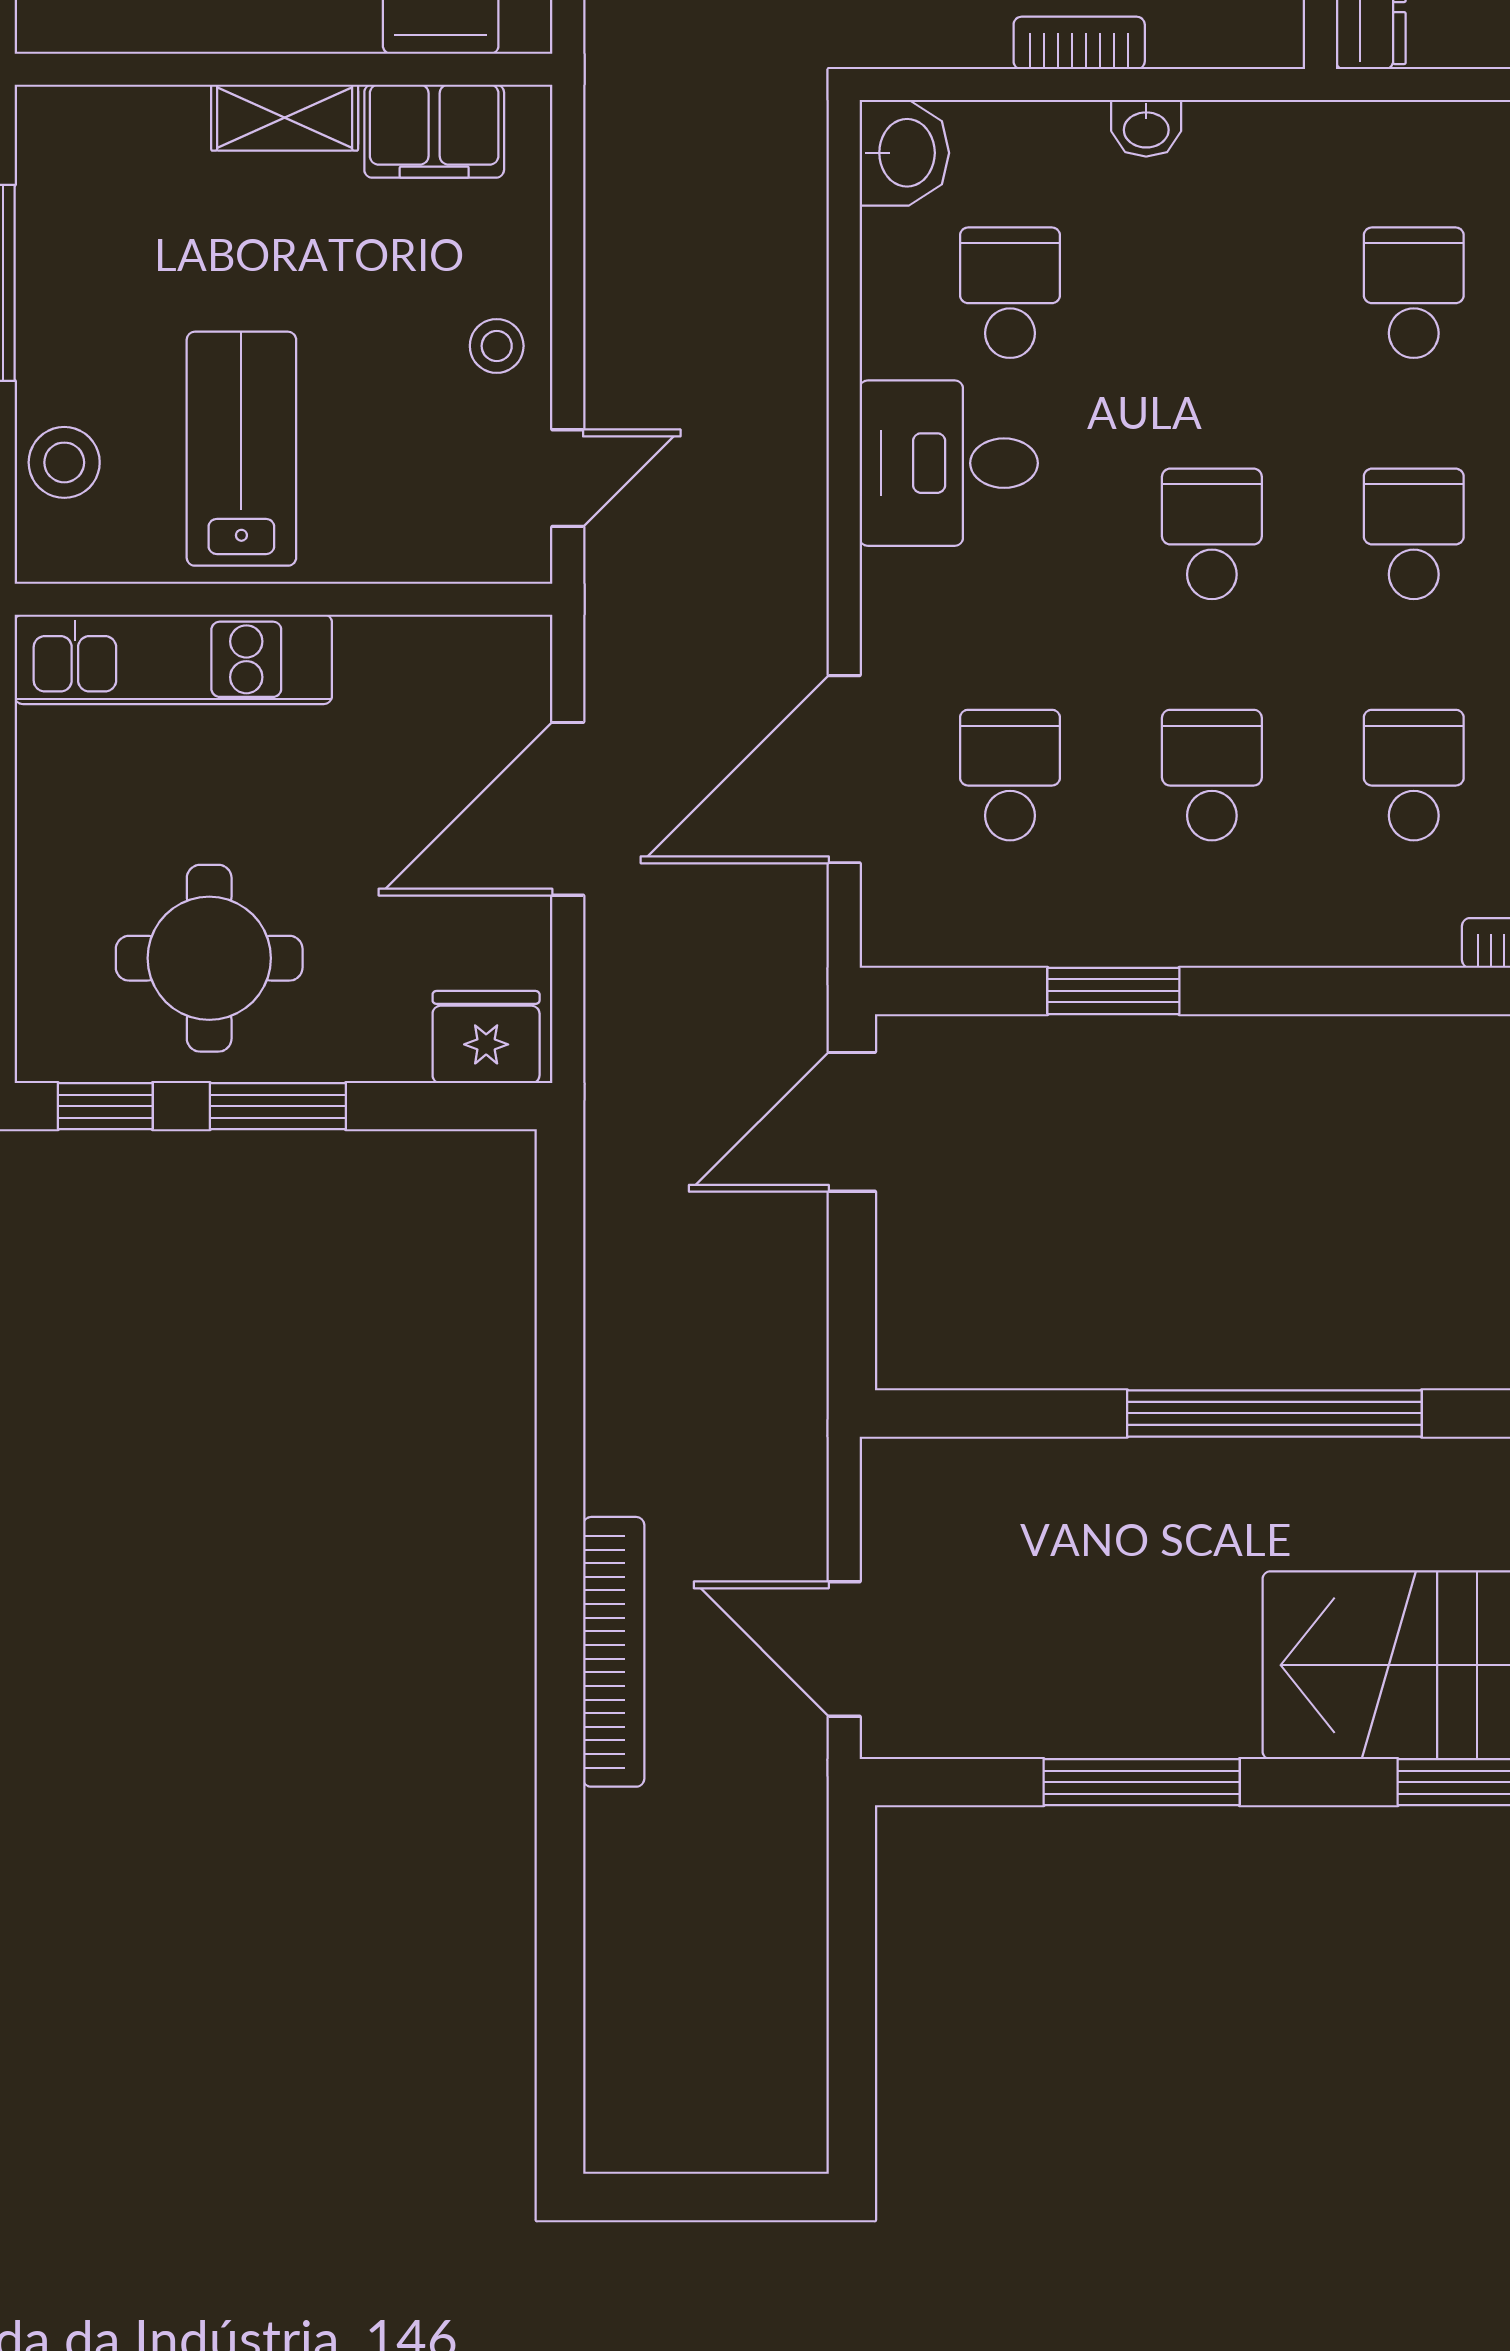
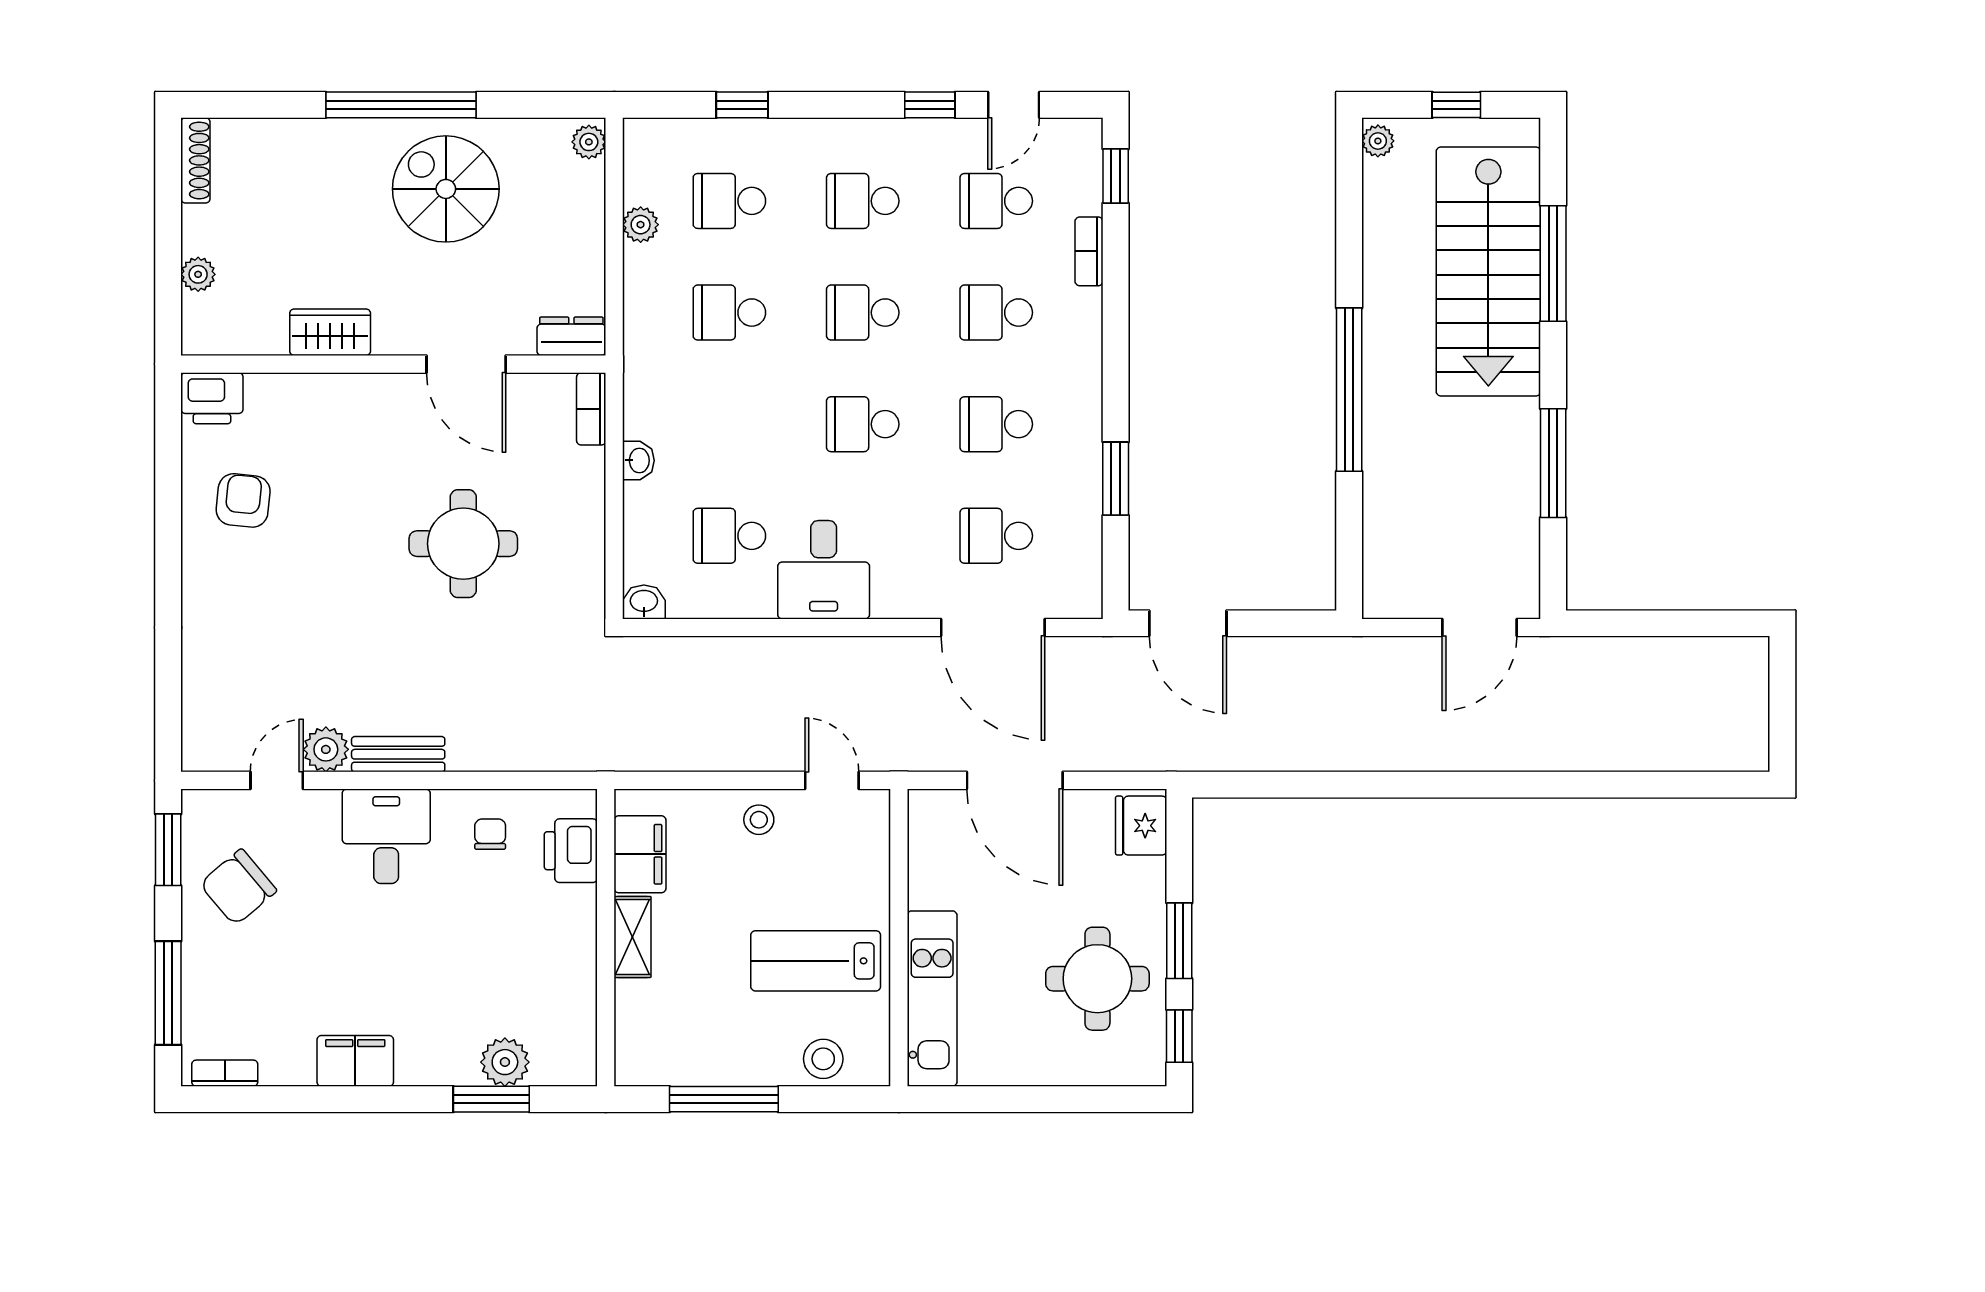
bookcase: (1079, 43) -> (591, 409), moved
washbasin: (904, 153) -> (644, 602), width x0.72, depth x0.69
bookcase: (614, 1652) -> (1481, 755), removed

